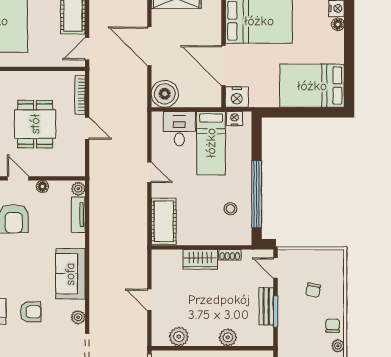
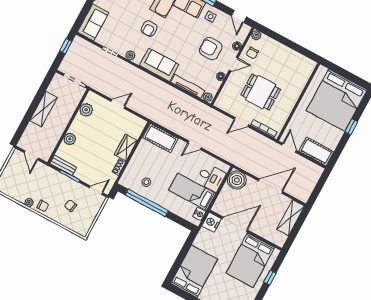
tv unit: (78, 215) -> (188, 86), width x1.41
bench: (266, 306) -> (63, 165), moved

